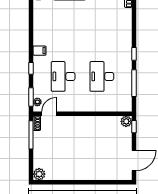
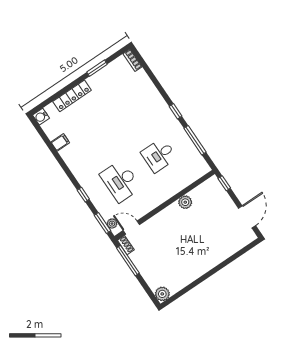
filing cabinet: (40, 51) -> (60, 142), moved
desk: (102, 76) -> (159, 155), width x0.73
door: (49, 114) -> (131, 228), hinge flipped
plant: (126, 121) -> (185, 202), moved

